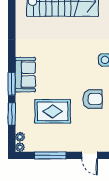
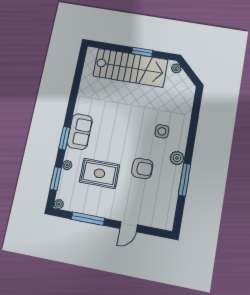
window: (12, 114) -> (56, 179), moved
plant: (20, 137) -> (67, 165), moved
door: (90, 155) -> (129, 227), hinge flipped

